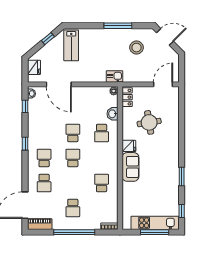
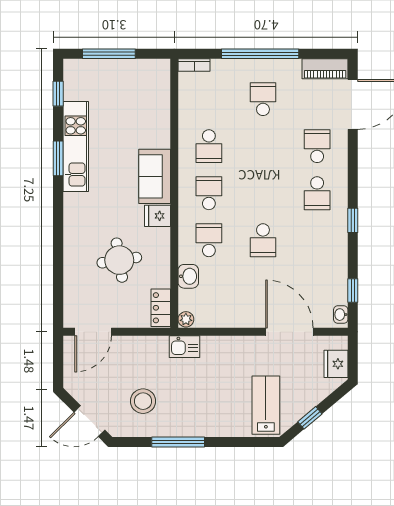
school desk: (73, 158) -> (209, 193), moved, turned 180
kitchen unit: (155, 223) -> (76, 147), moved, turned -90

